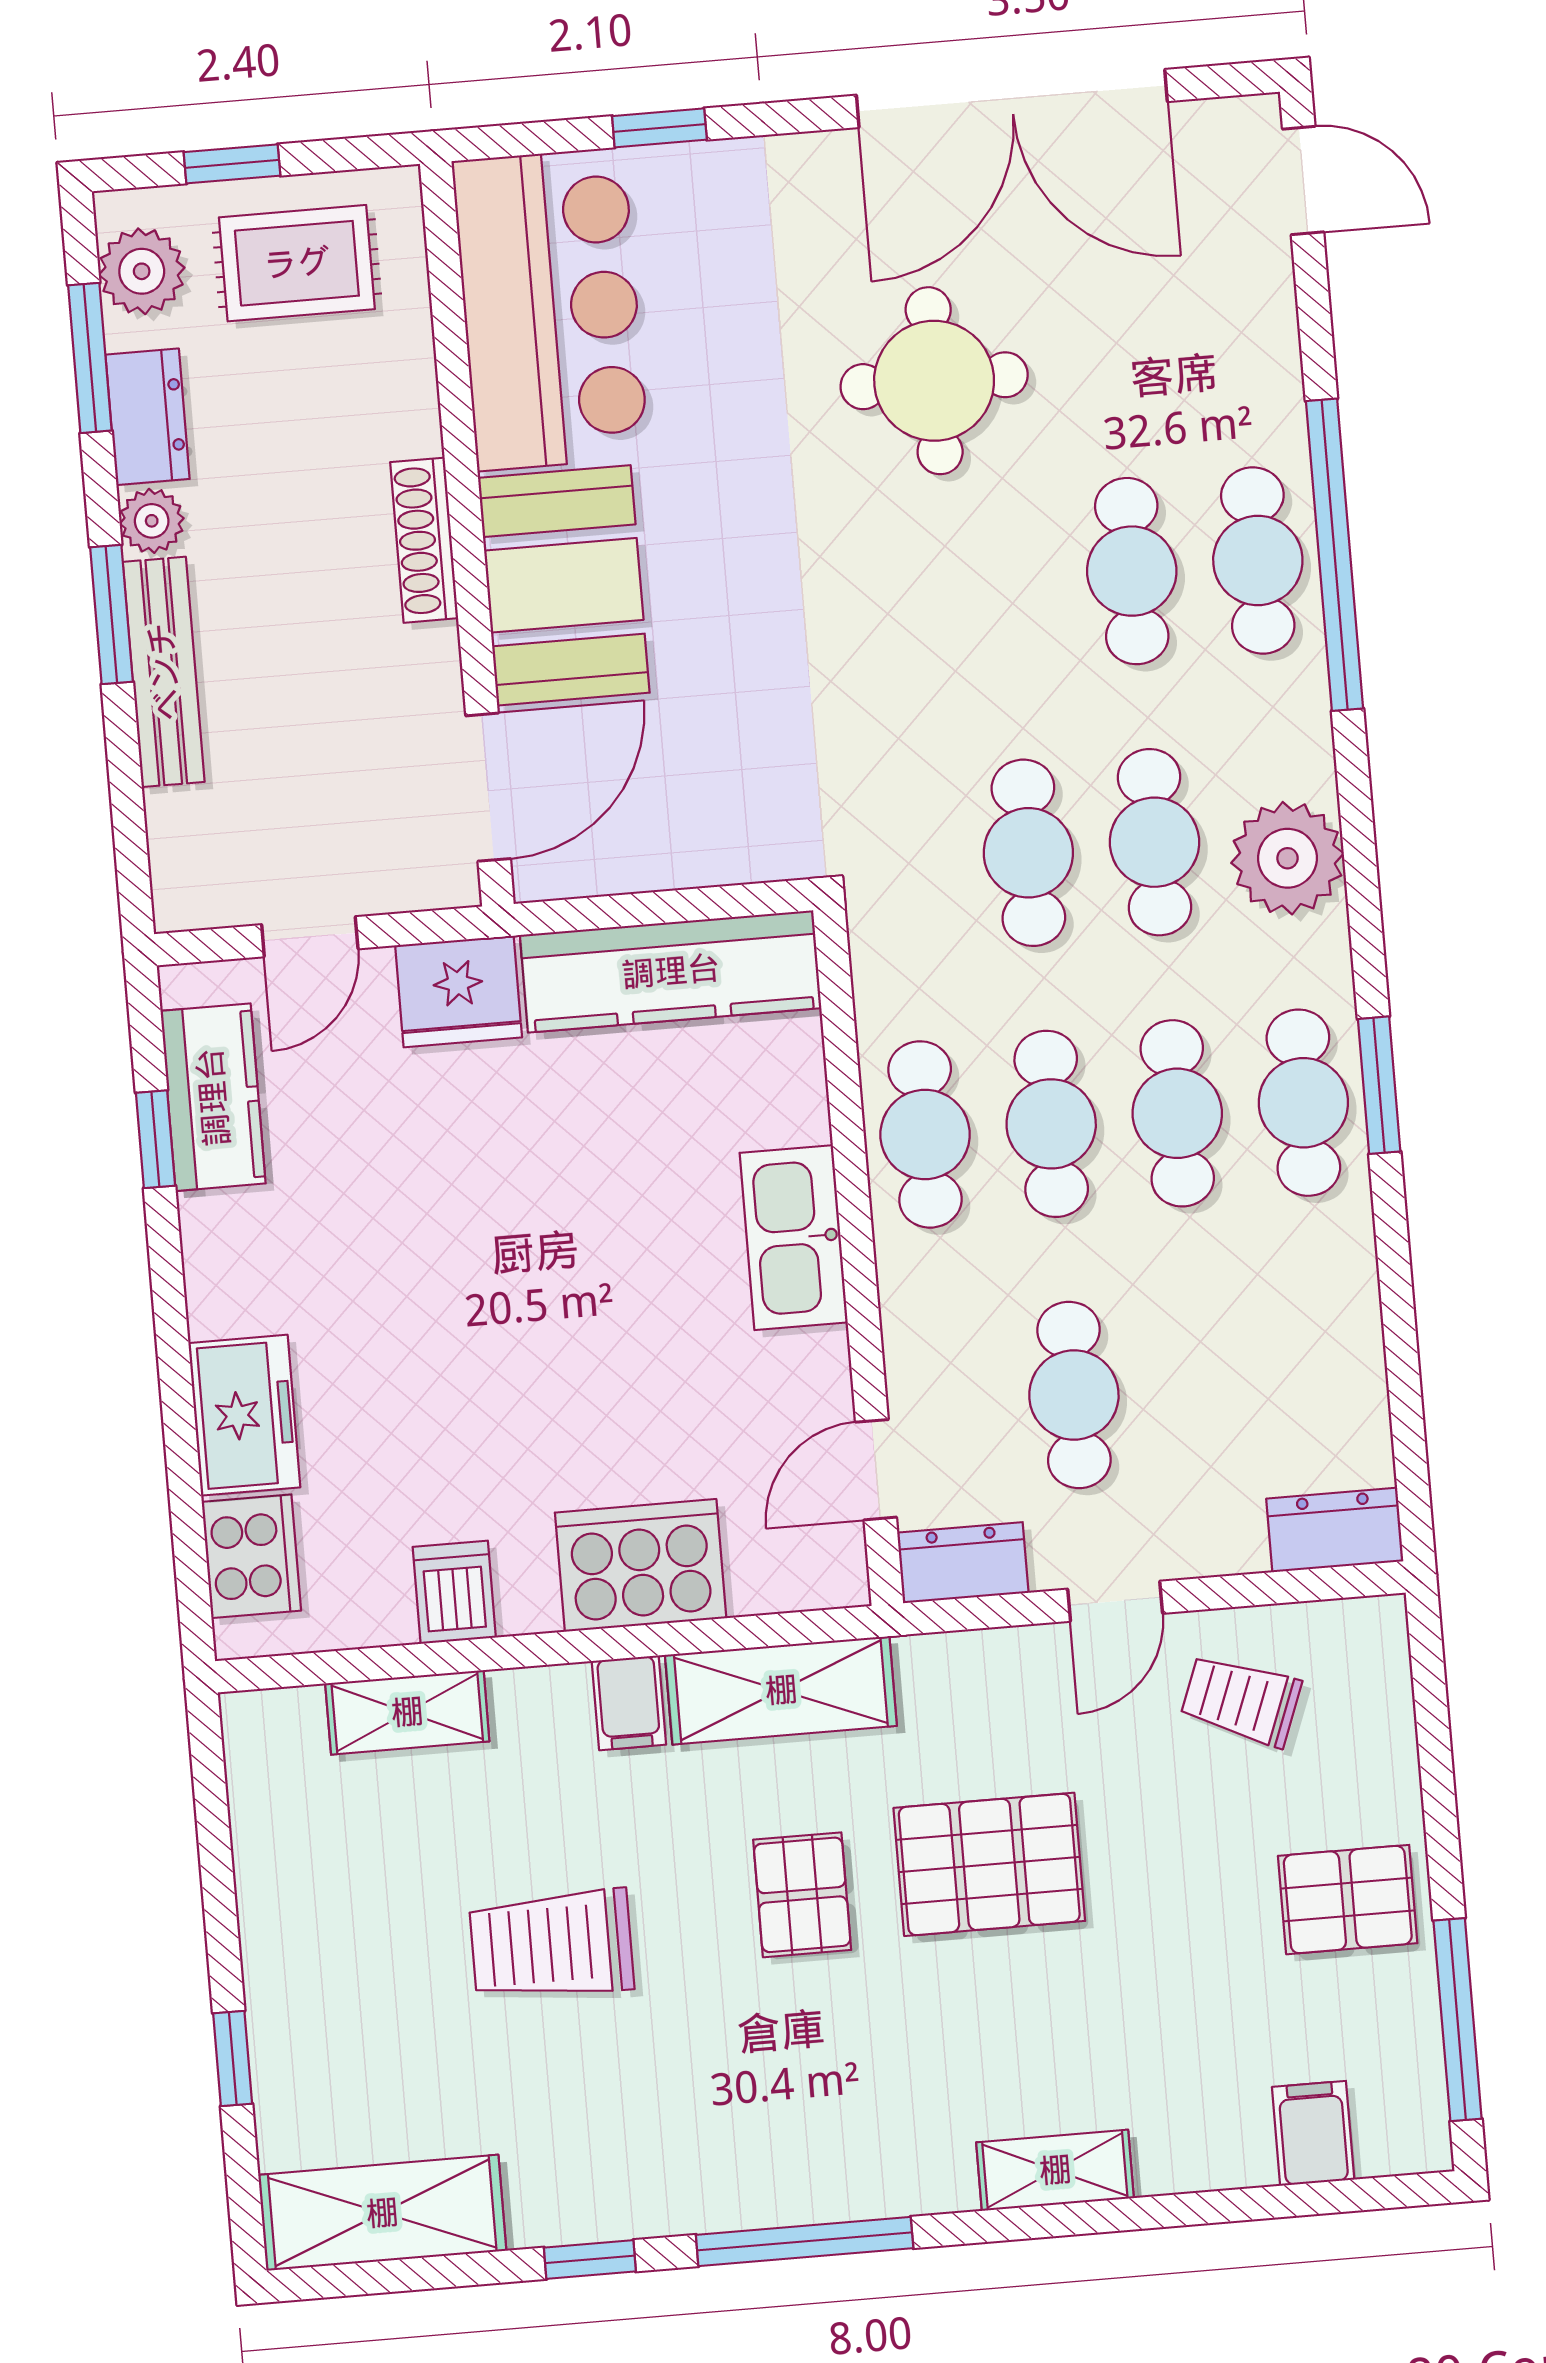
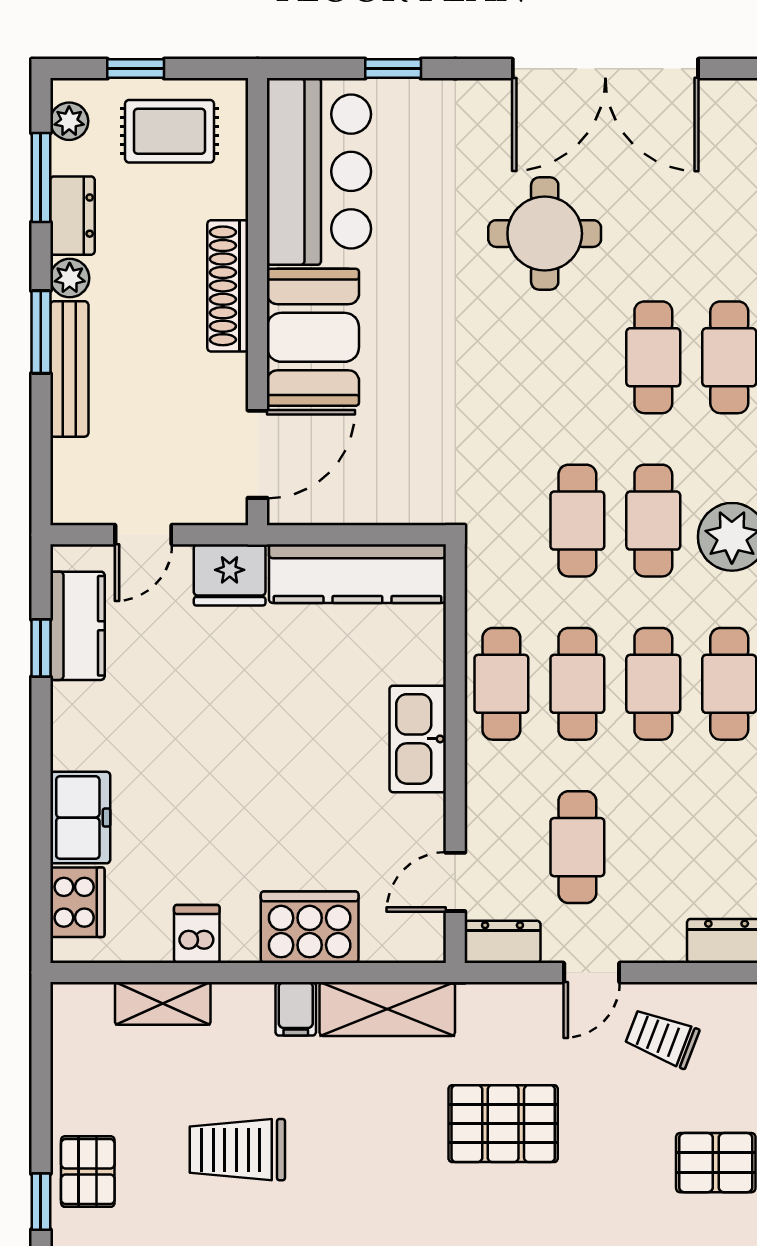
plant: (142, 271) -> (69, 121), width x0.73, depth x0.73
shoe rack: (424, 540) -> (228, 286), width x1.36, depth x1.24
pallet: (802, 1895) -> (88, 1172), moved

